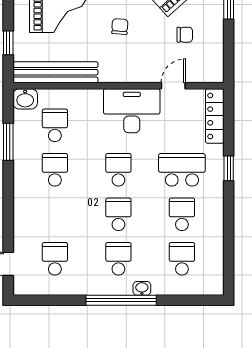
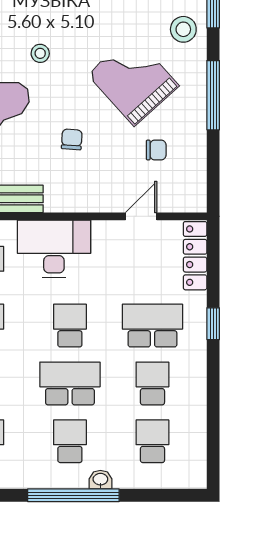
desk: (132, 111) -> (54, 249), moved
school desk: (118, 214) -> (70, 383), width x1.85

